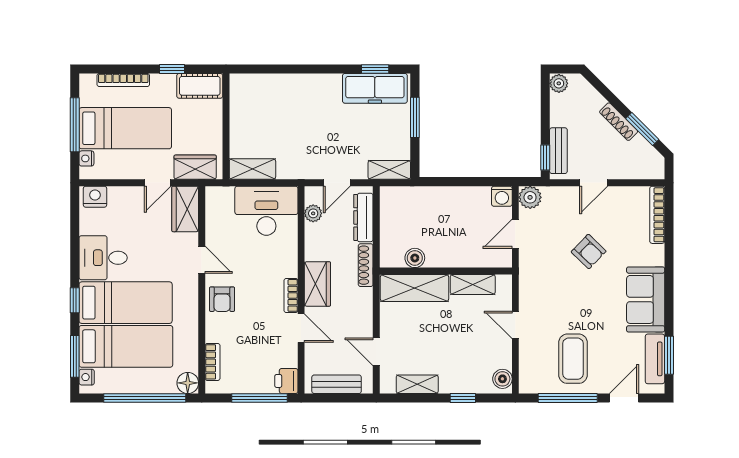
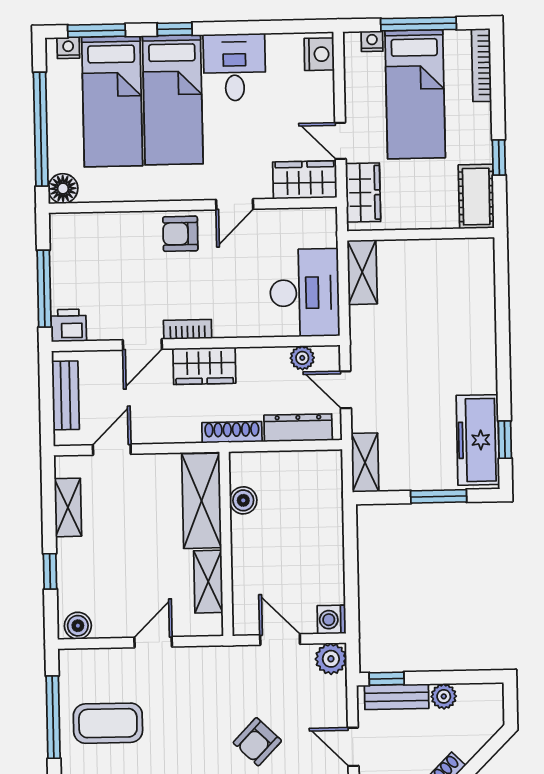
bookcase: (123, 80) -> (482, 65), moved
plant: (559, 83) -> (444, 696), moved
bookcase: (213, 362) -> (93, 222), removed

